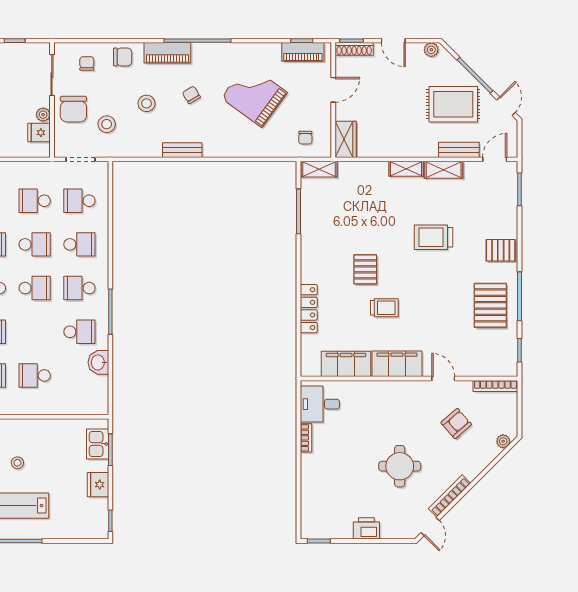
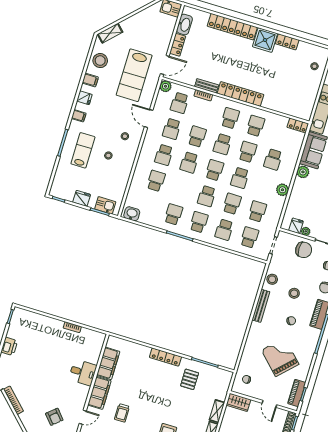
grand piano: (254, 95) -> (280, 357), turned -81
chair: (73, 109) -> (304, 250), turned 180
stool: (107, 124) -> (272, 279), moved
bench: (182, 150) -> (261, 306), width x1.36
shelving: (319, 169) -> (217, 411), moved
school desk: (35, 244) -> (232, 204), turned 180
pallet: (365, 269) -> (190, 379), moved, turned 90
trolley: (384, 308) -> (122, 413), moved
locker: (309, 309) -> (165, 357), moved
school desk: (79, 332) -> (173, 214), turned 180
washbasin: (98, 362) -> (132, 214), moved
desk: (320, 404) -> (83, 372), moved, turned 90
round table: (400, 466) -> (39, 377), removed

